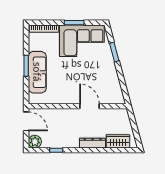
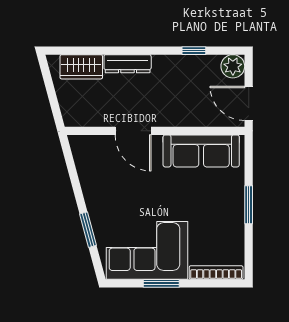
sofa: (37, 72) -> (201, 151), moved, turned -90

